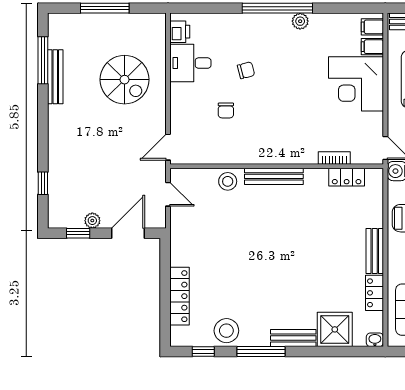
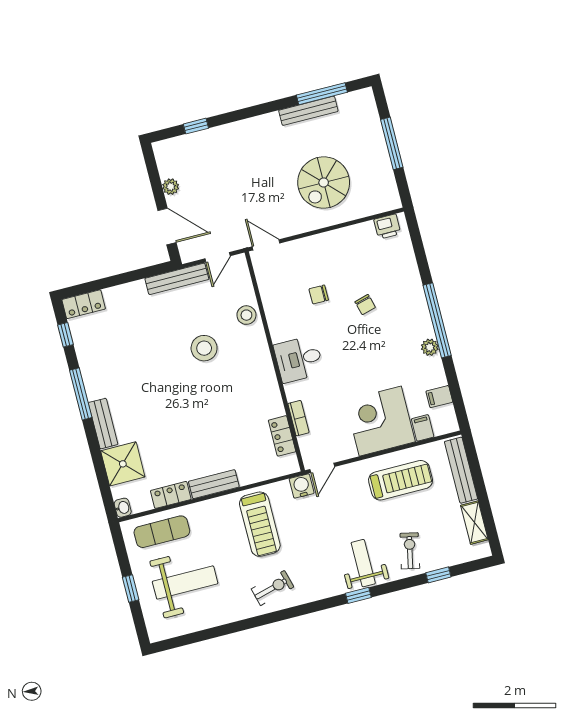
filing cabinet: (372, 27) -> (439, 397), moved, turned -90
desk: (190, 63) -> (299, 359), moved, turned -90
bench: (274, 176) -> (177, 279), moved, turned 90
window: (78, 233) -> (154, 175), removed
locker: (180, 296) -> (84, 304), moved, width x0.66
stool: (226, 331) -> (204, 348), moved

